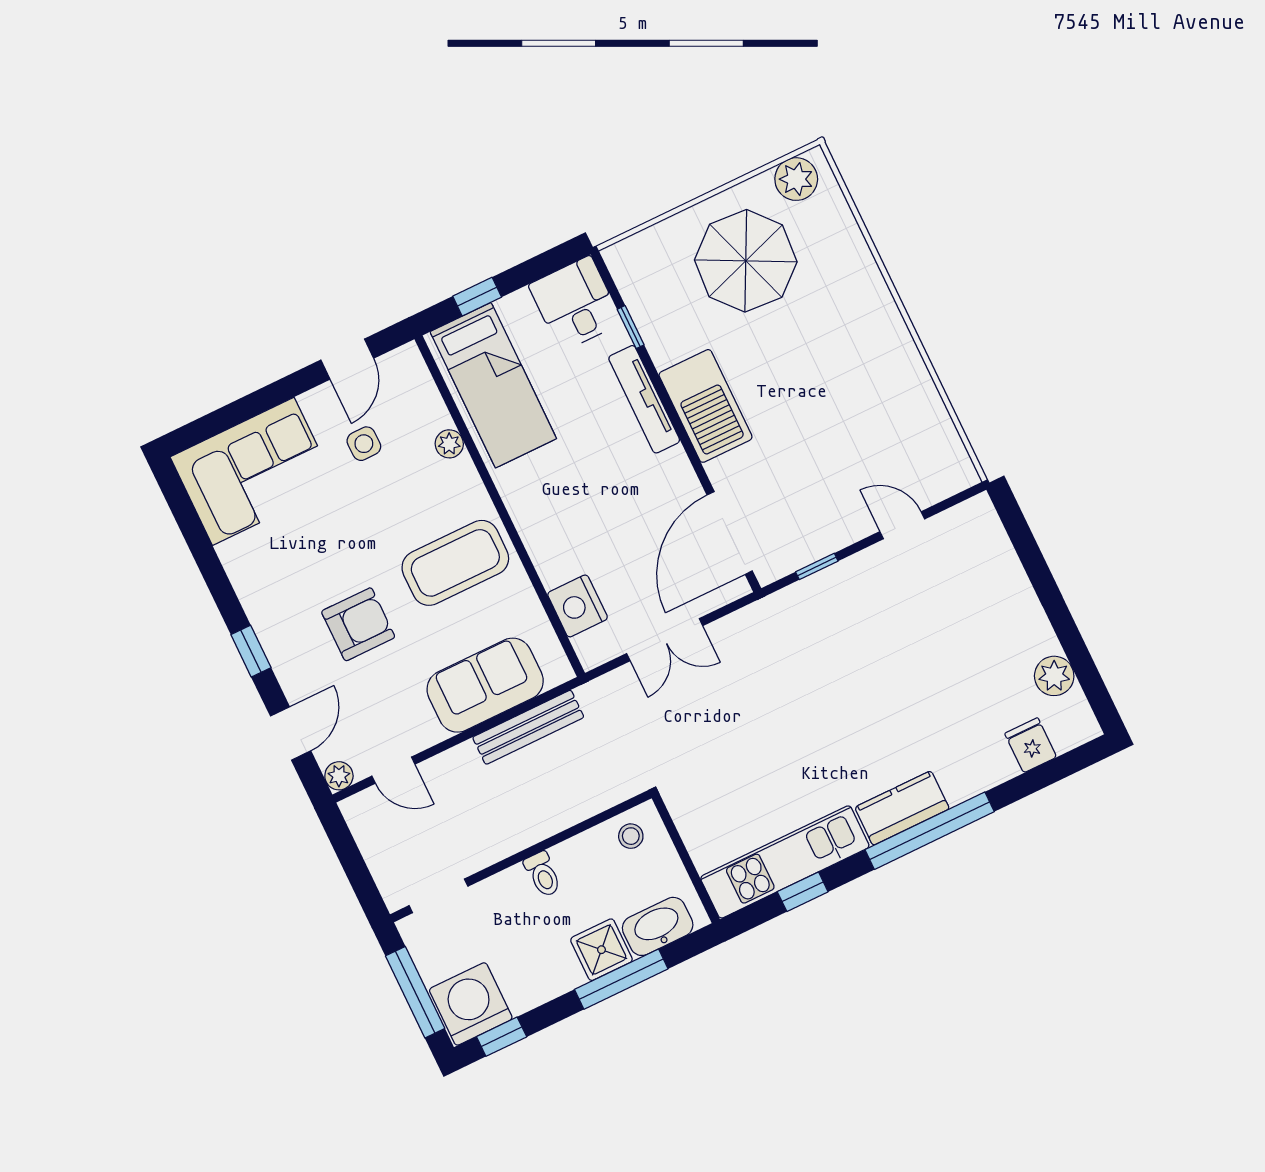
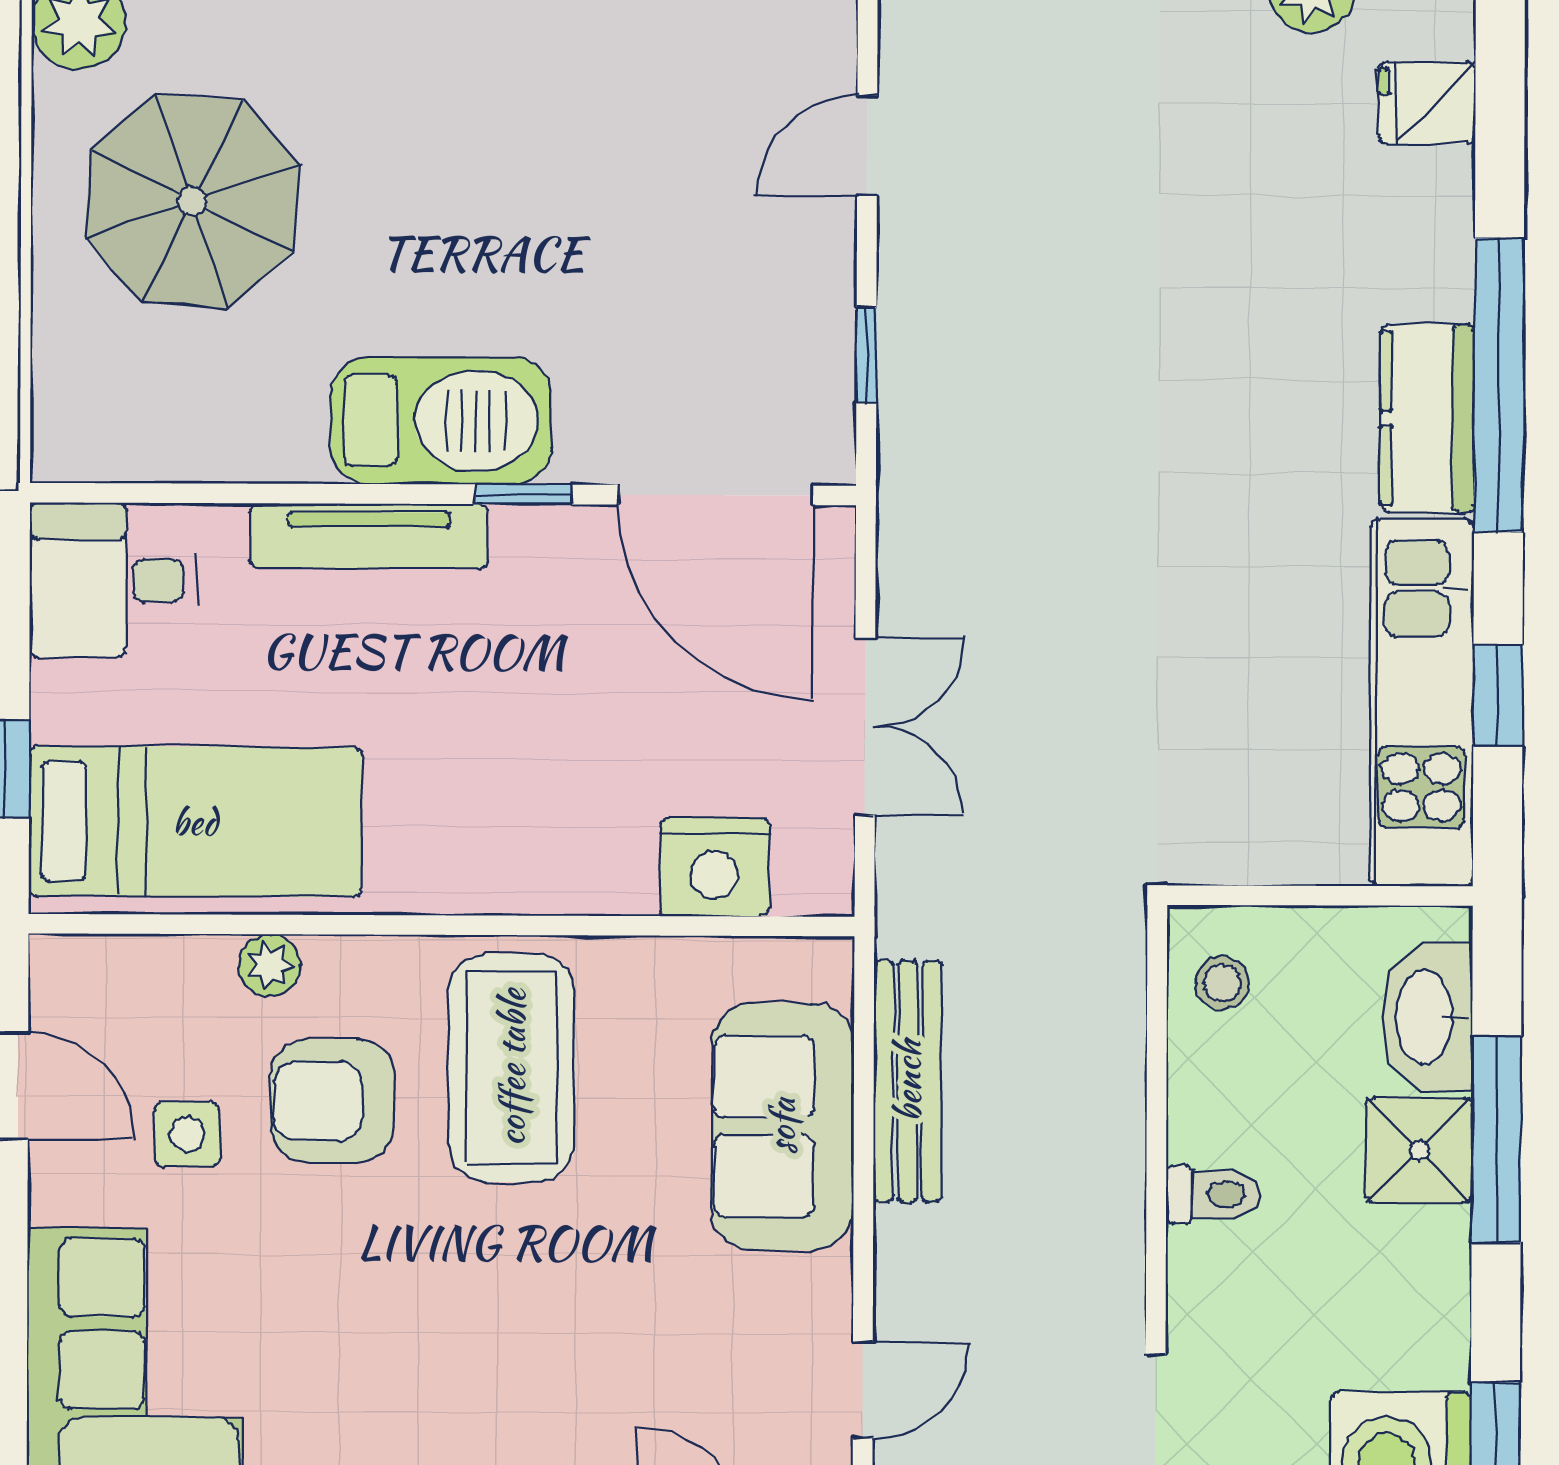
window: (631, 327) -> (524, 494), moved
armchair: (358, 624) -> (332, 1101), moved, turned -90

